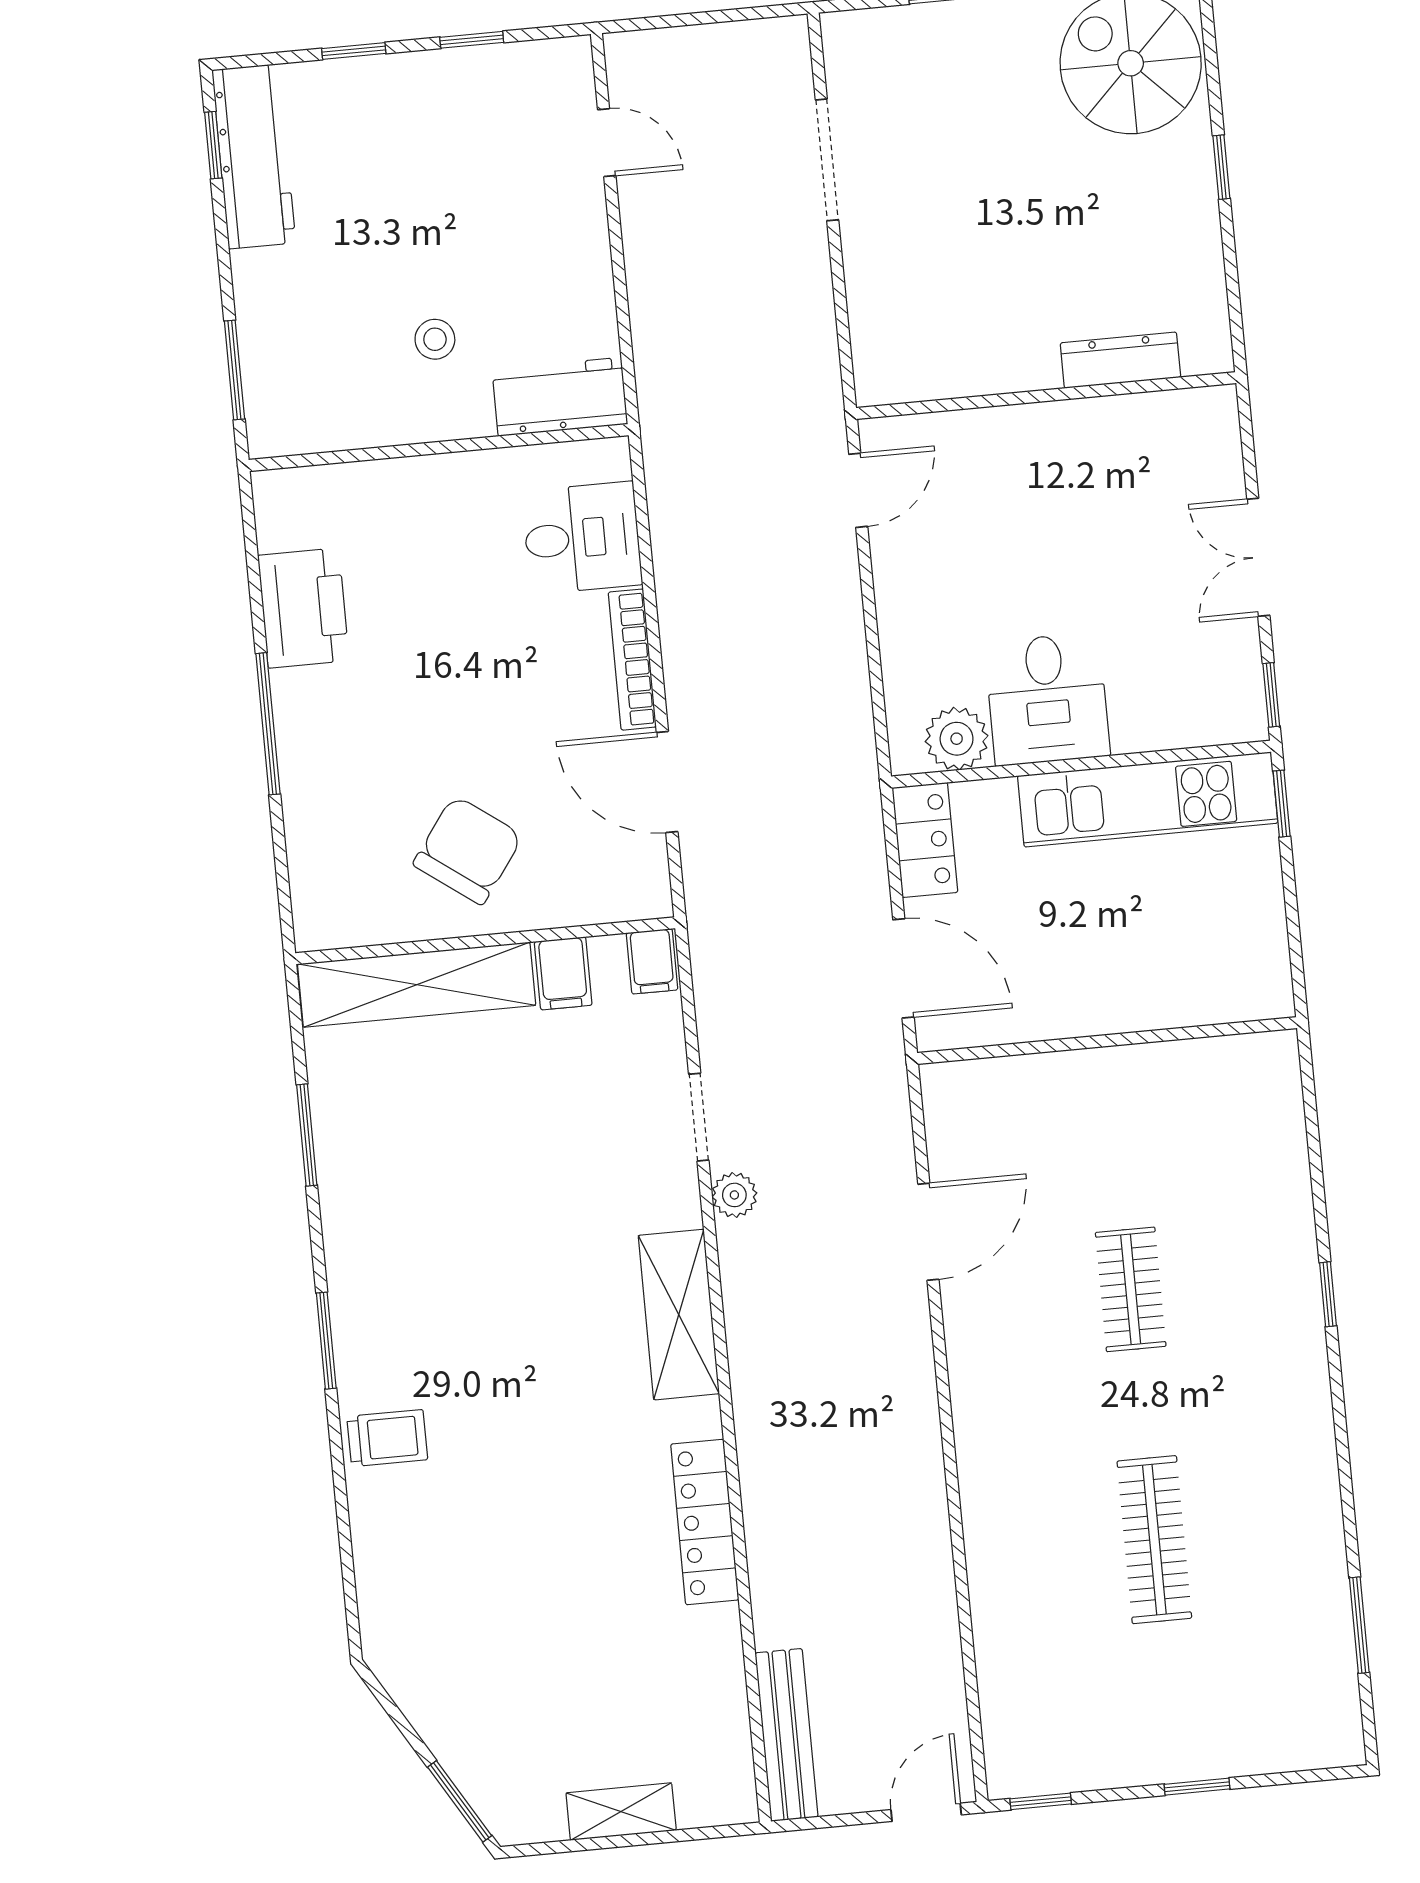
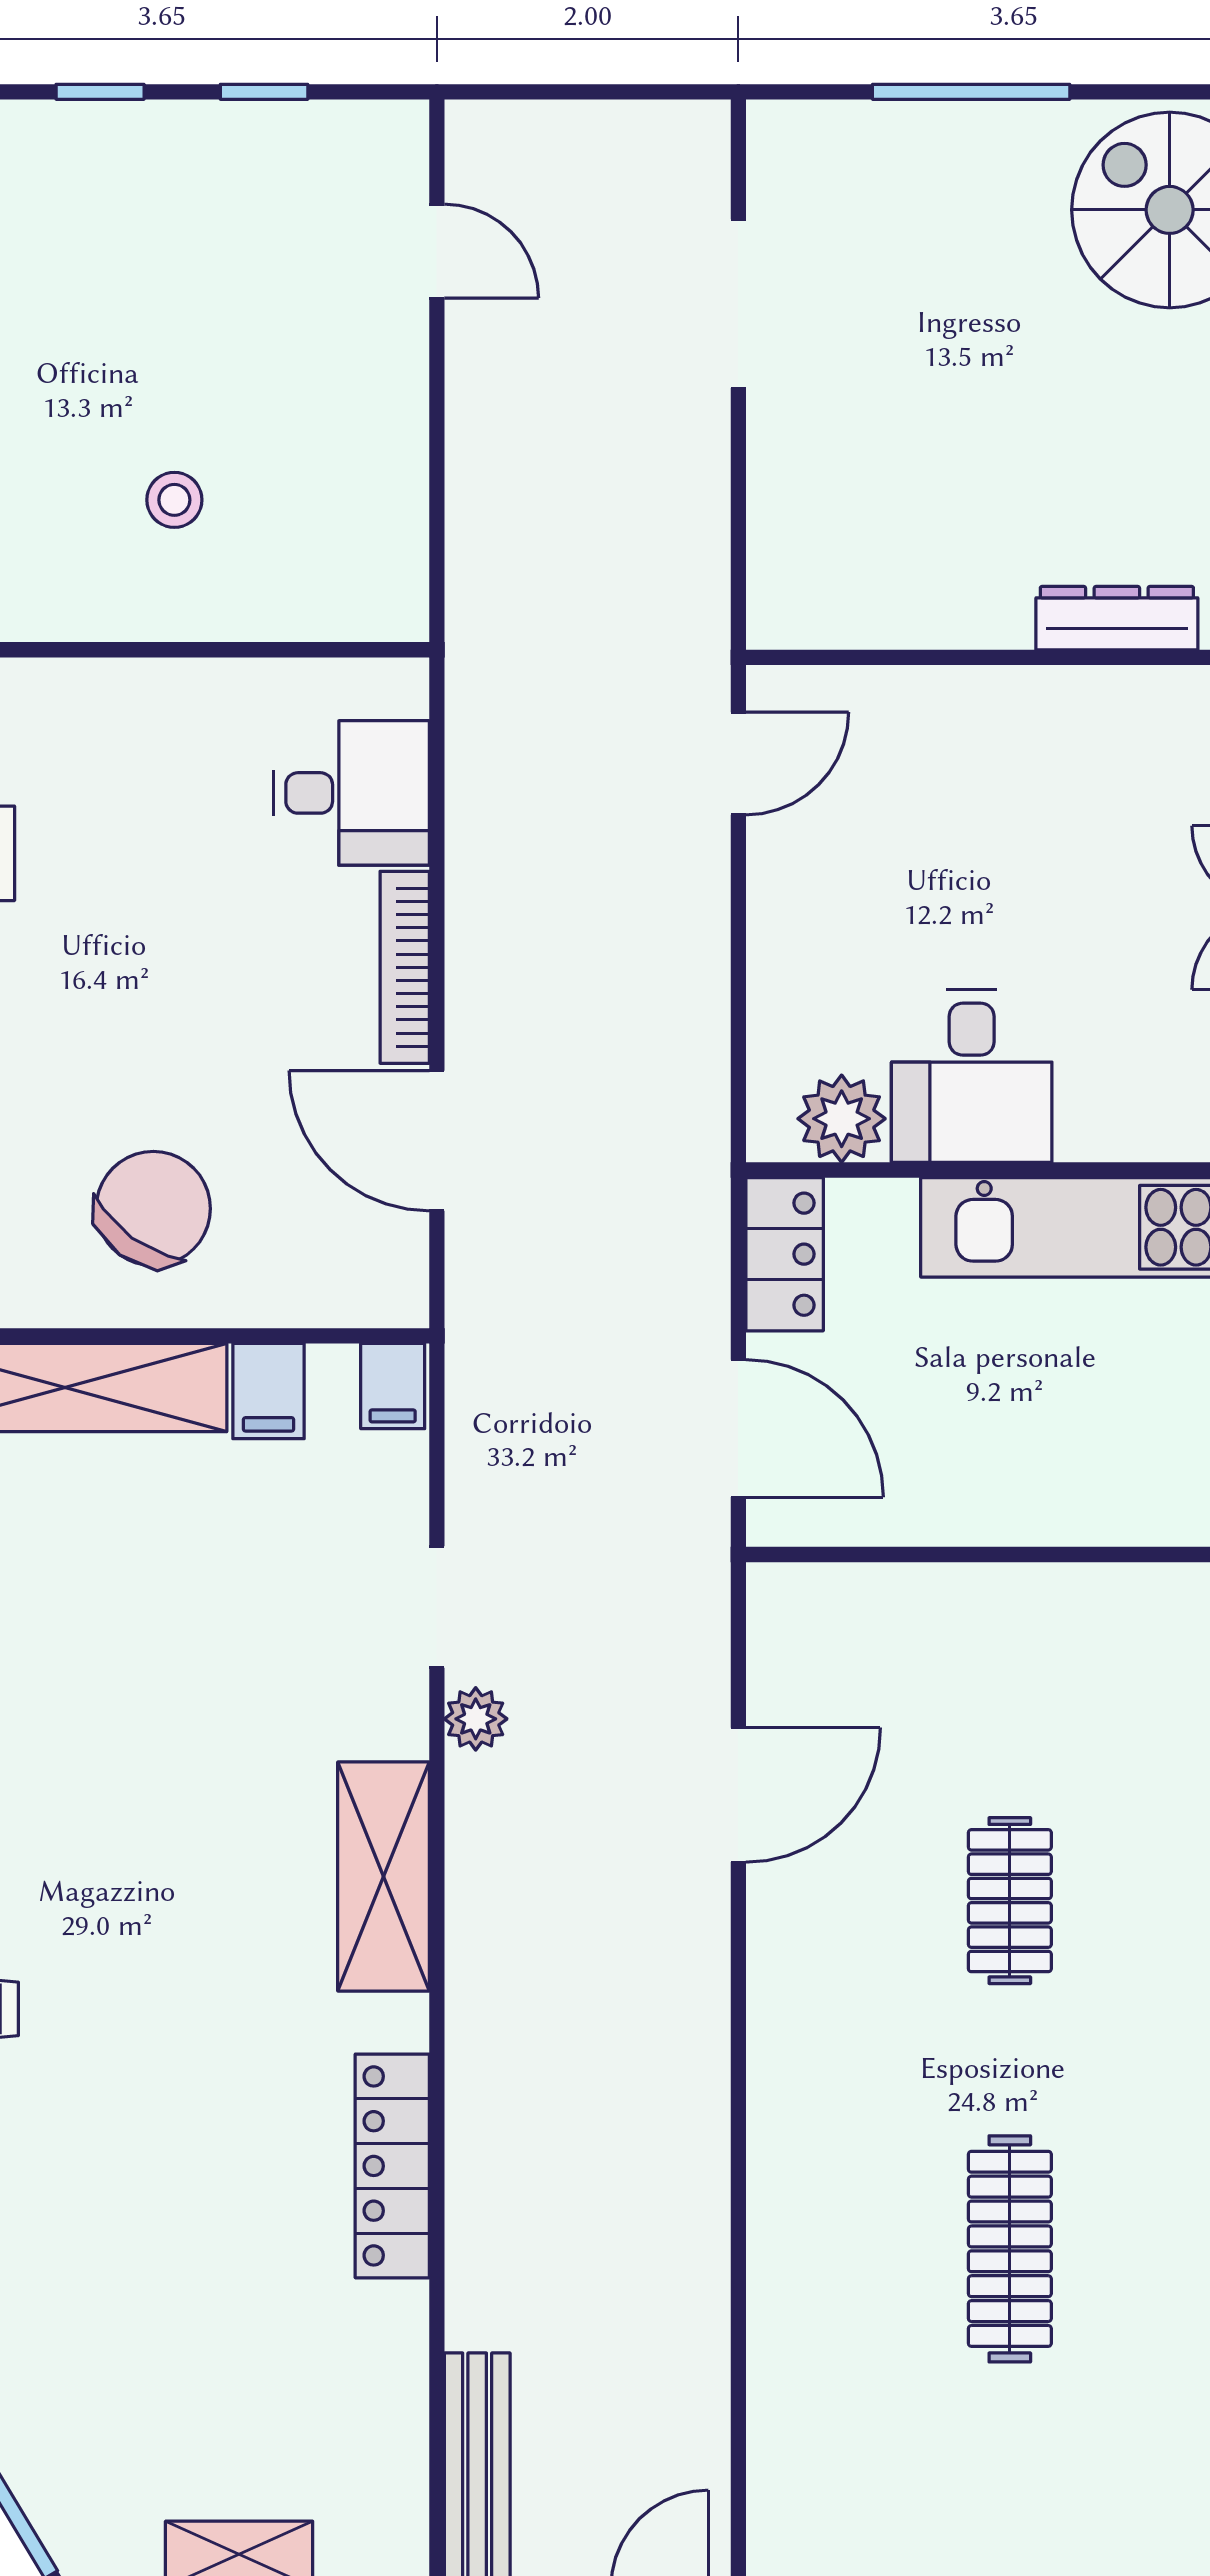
workbench: (560, 397) -> (339, 596), removed

